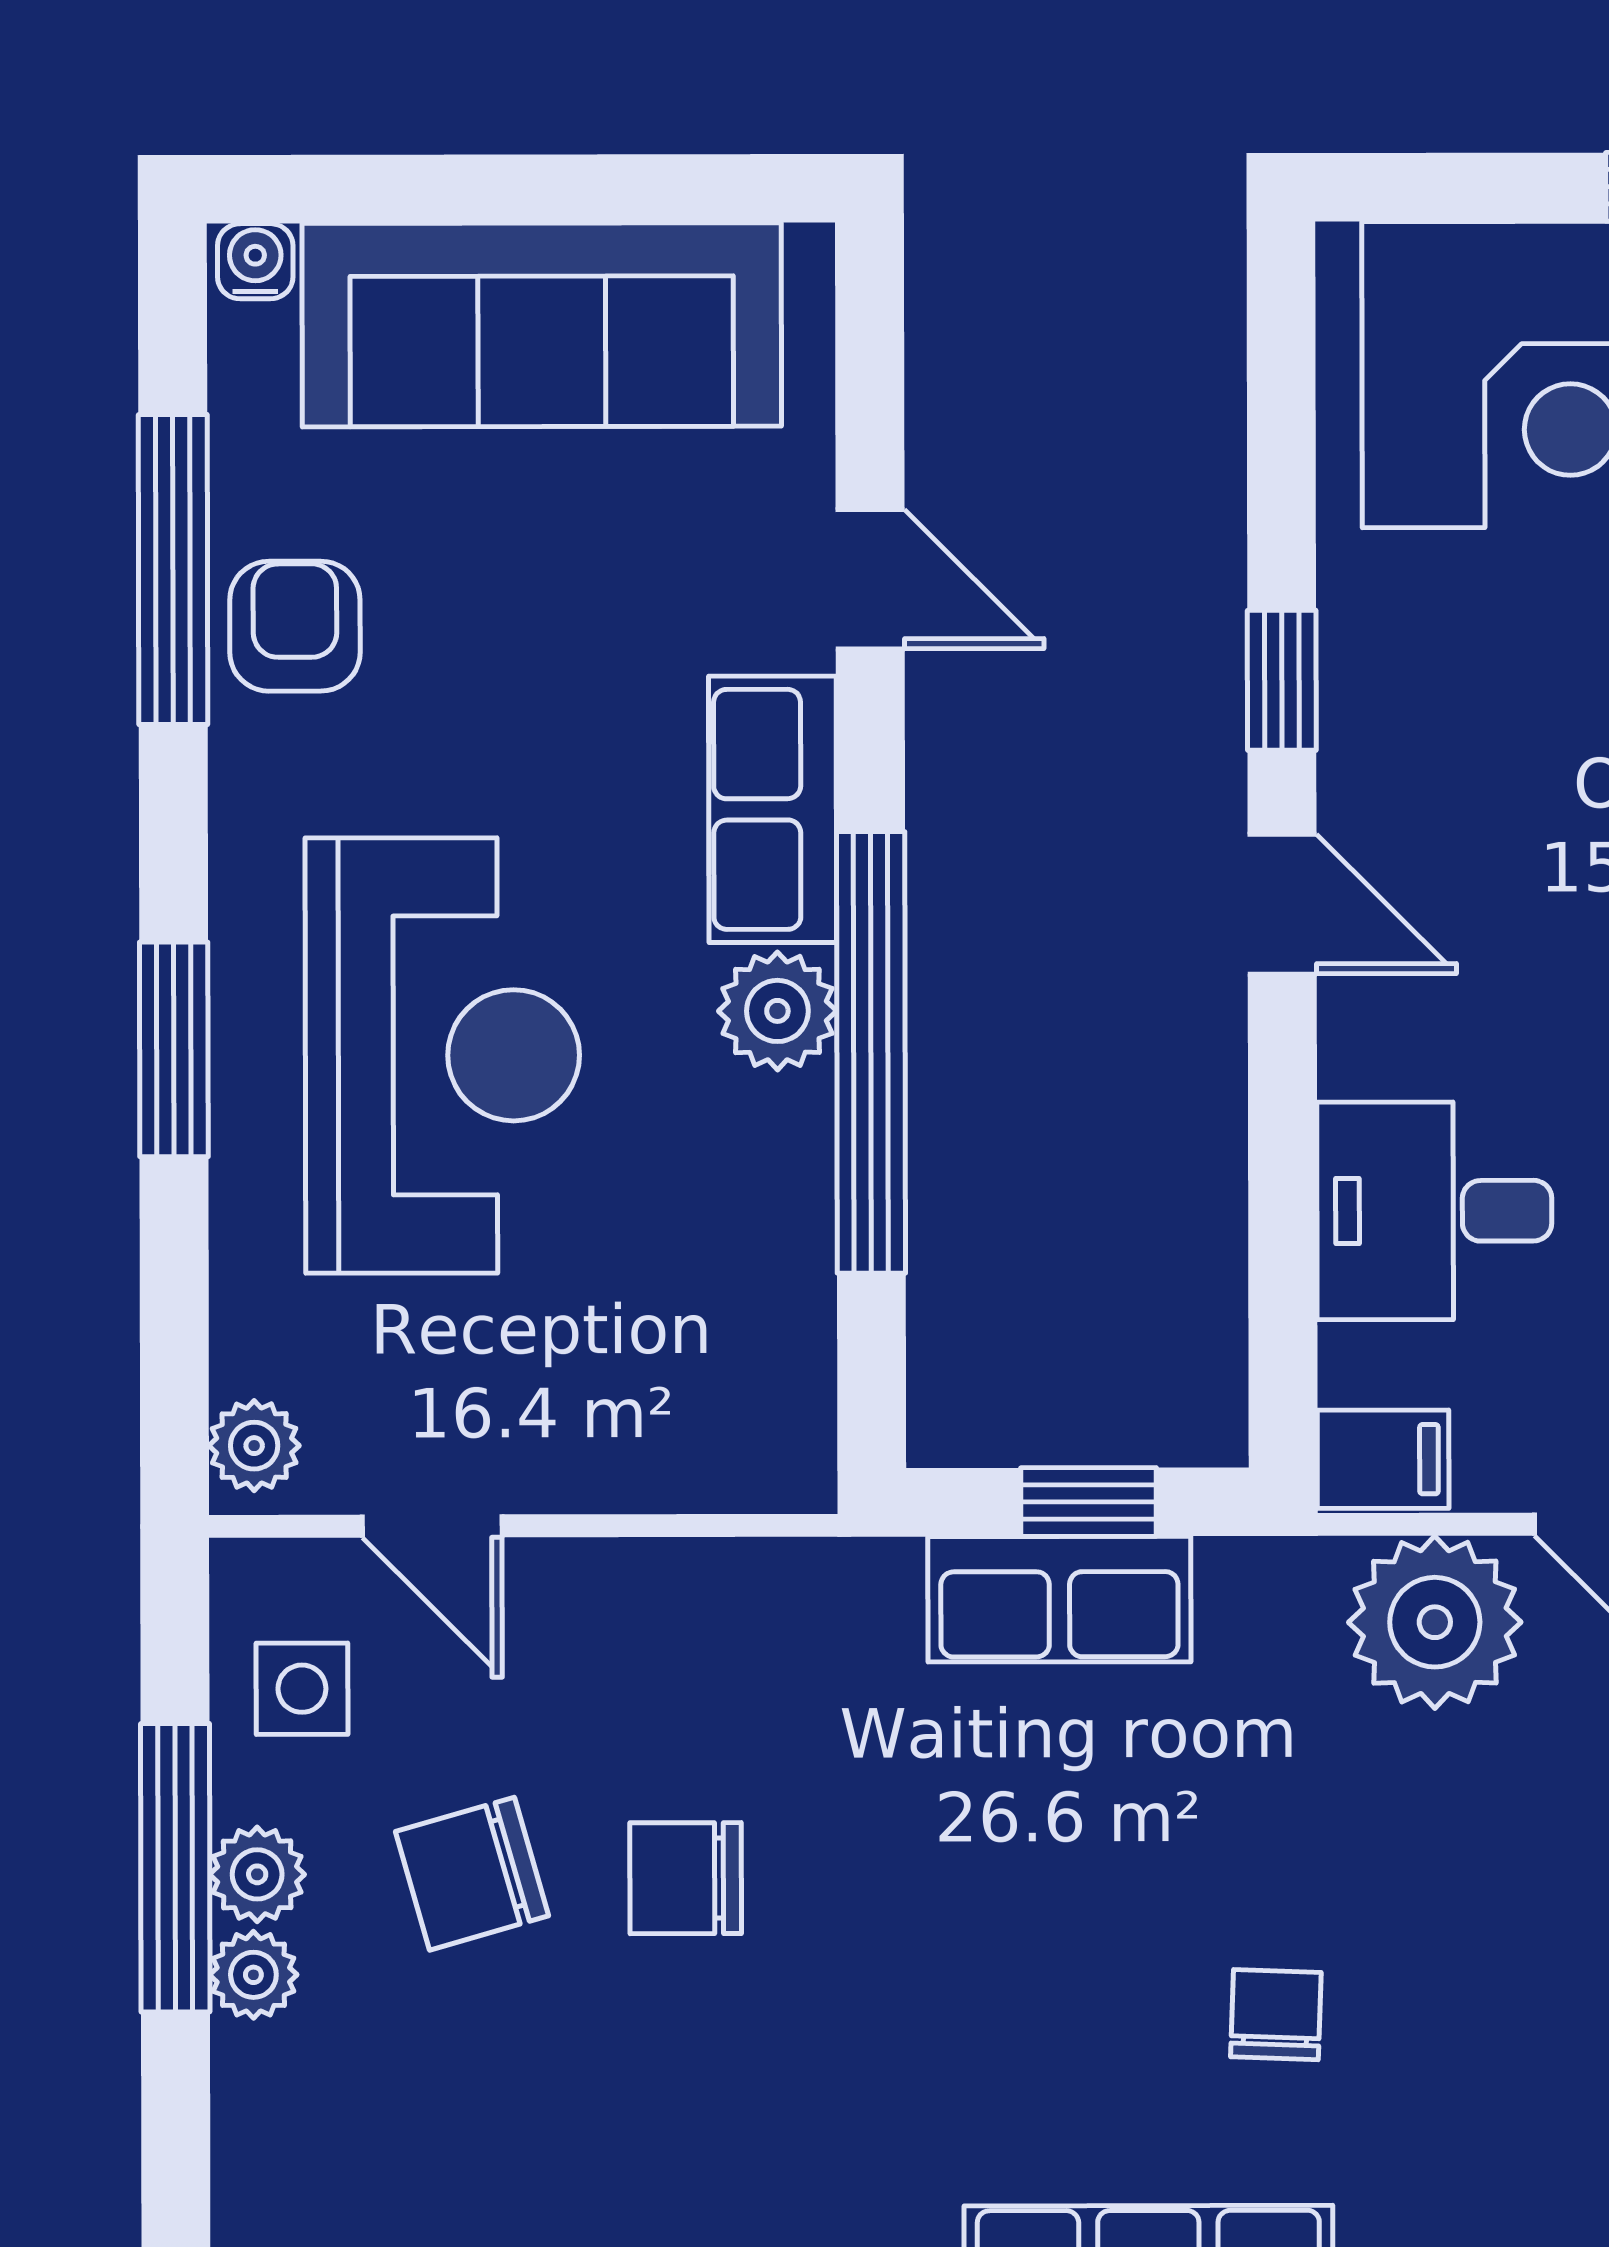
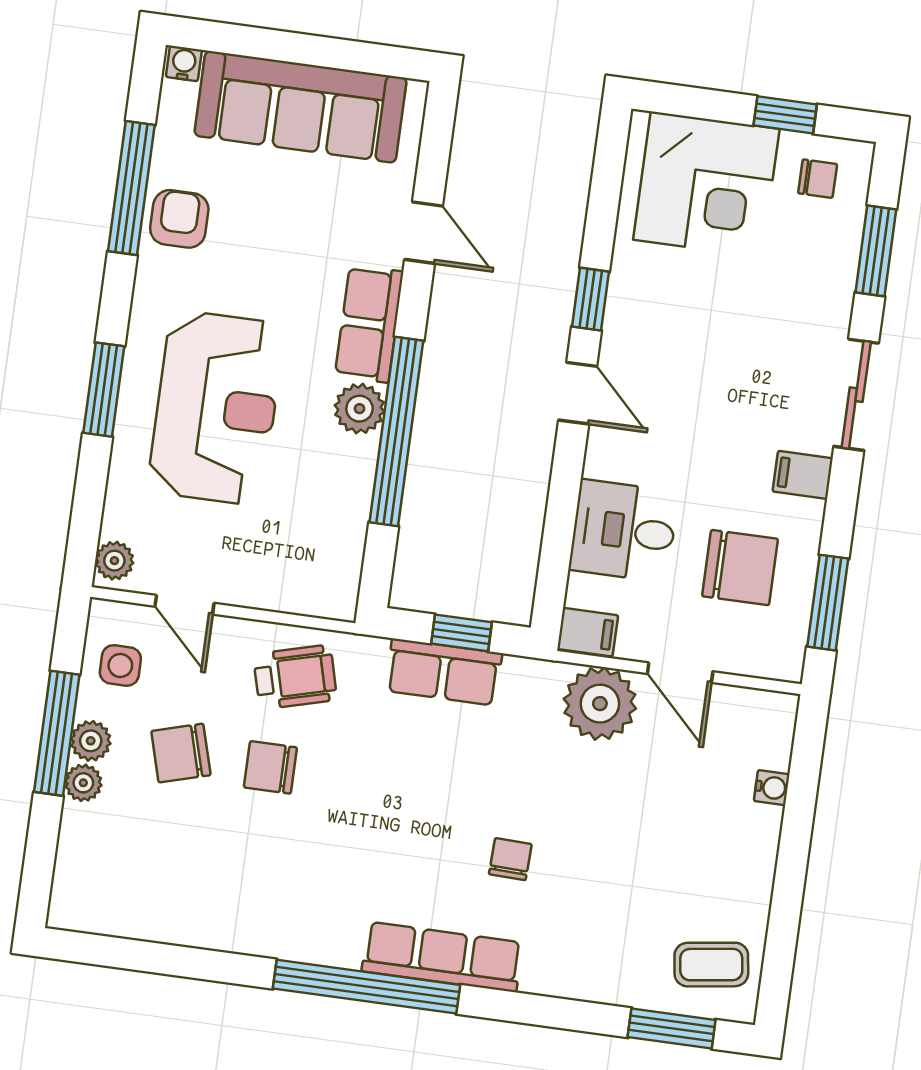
wheelchair: (714, 1659) -> (295, 677), added

